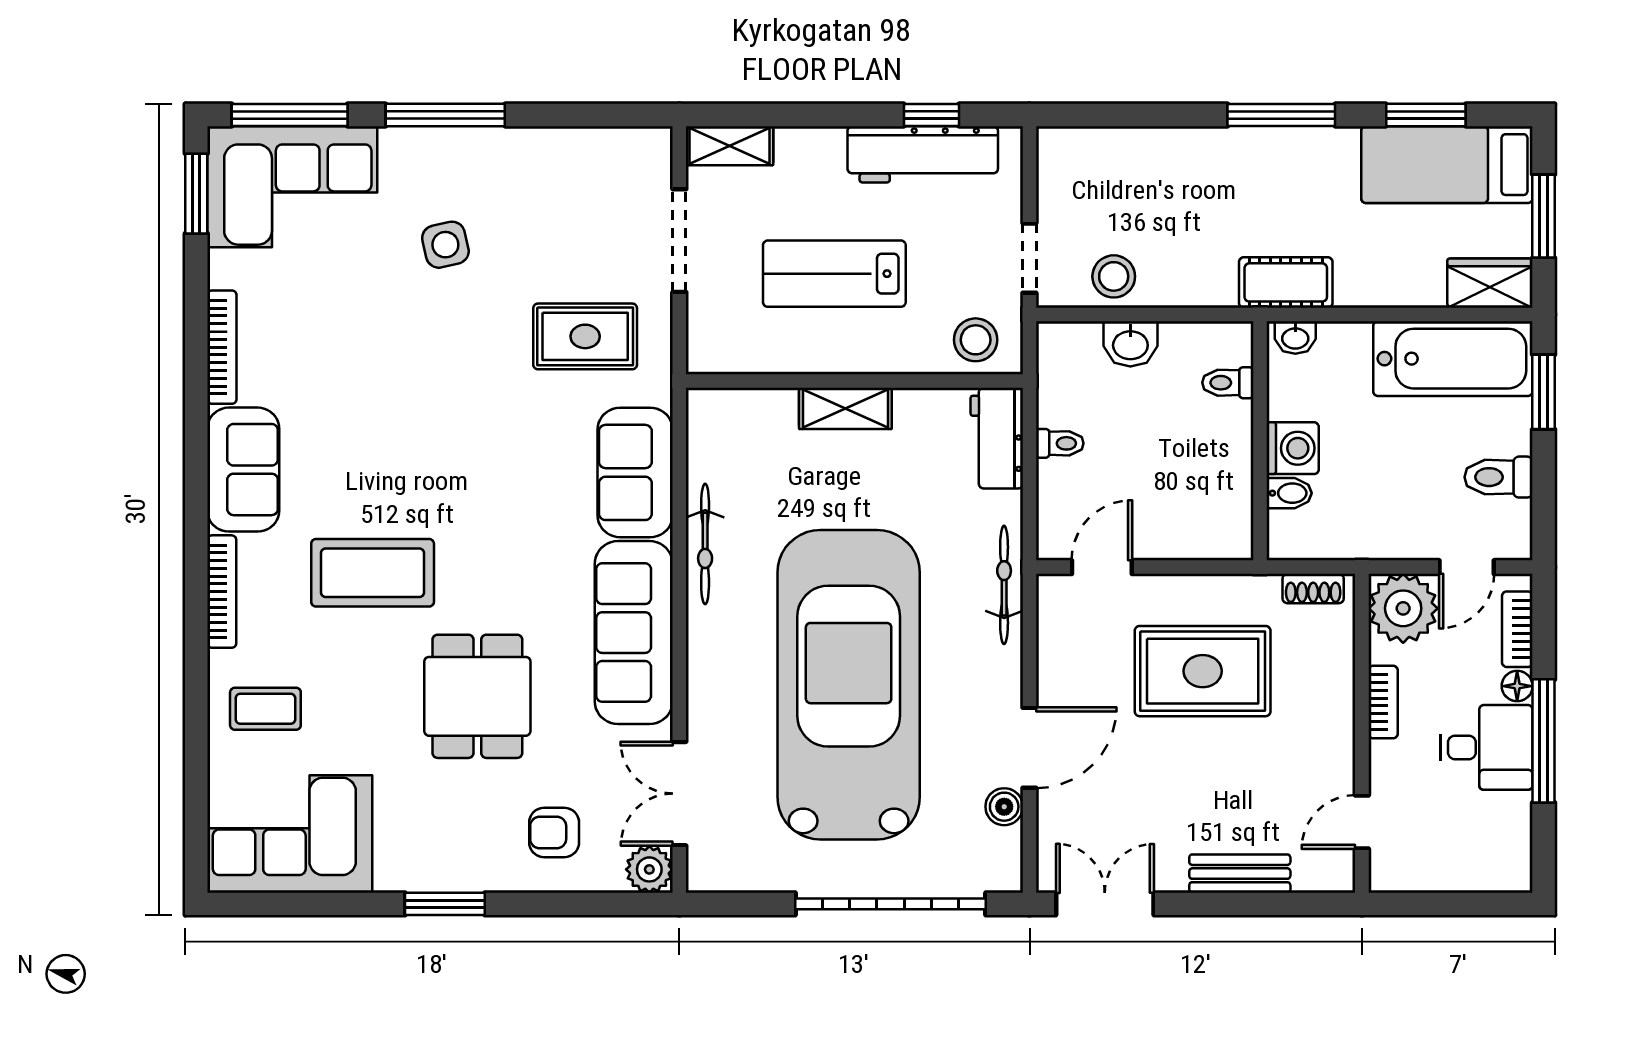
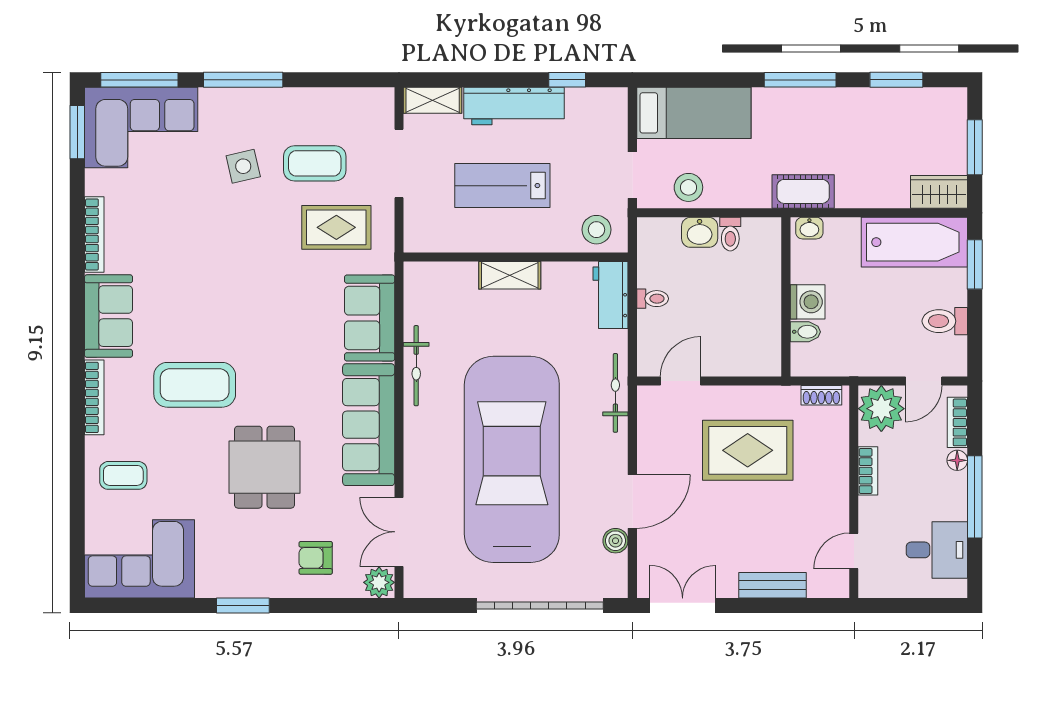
workbench: (923, 154) -> (514, 106), moved
bed: (1447, 165) -> (694, 113), moved, turned 180
coffee table: (553, 240) -> (315, 163), added
toilet: (1228, 383) -> (730, 234), moved, turned -90
desk: (1487, 747) -> (937, 550), moved

